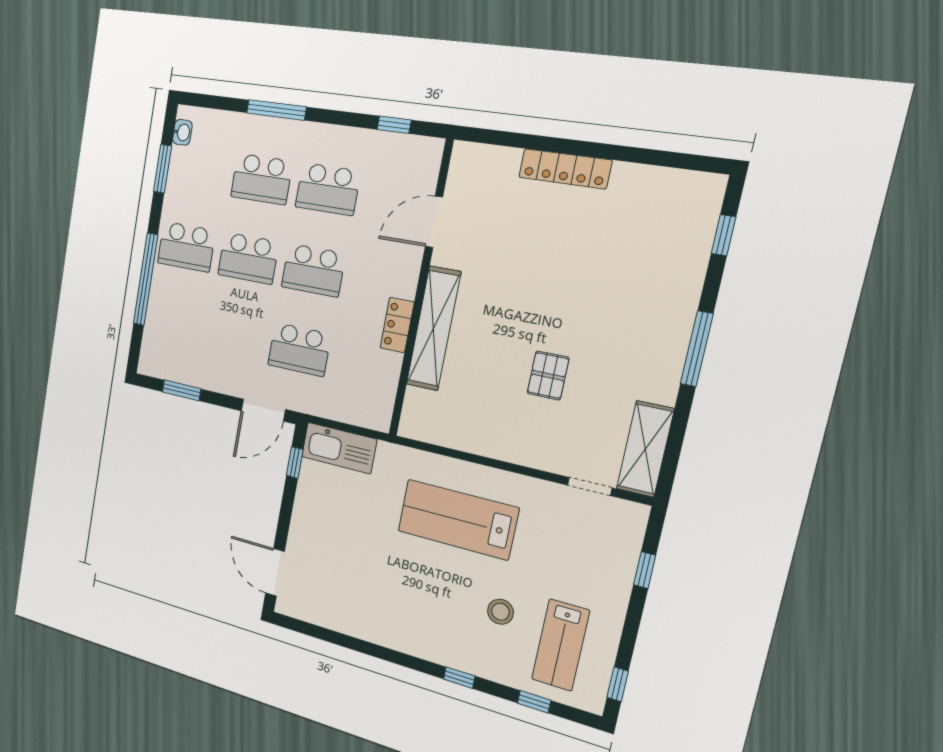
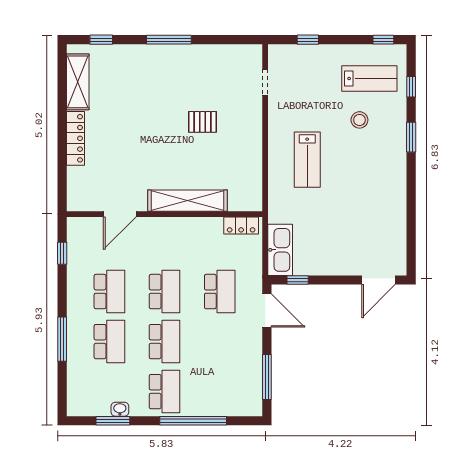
washbasin: (182, 132) -> (120, 409), moved
door: (434, 222) -> (120, 214), hinge flipped
locker: (397, 325) -> (241, 226), moved
window: (182, 390) -> (267, 377), width x1.44
shelving: (645, 449) -> (78, 82), moved, turned 90
lab bench: (458, 519) -> (307, 160), width x0.73, depth x0.72
window: (459, 678) -> (411, 137), width x1.50

